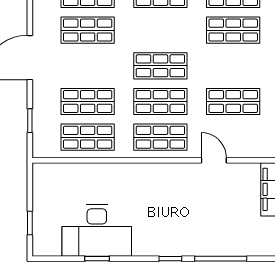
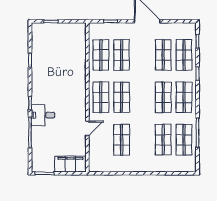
shop shelf: (160, 66) -> (163, 97), moved
desk: (97, 230) -> (43, 115), moved, width x0.53, depth x0.77

